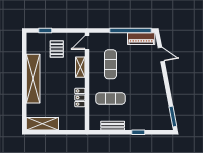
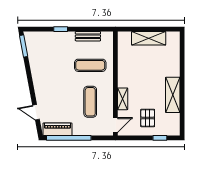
shelving: (33, 79) -> (173, 95), width x0.68
locker: (80, 98) -> (123, 66), removed
shelving: (42, 124) -> (149, 38), moved

